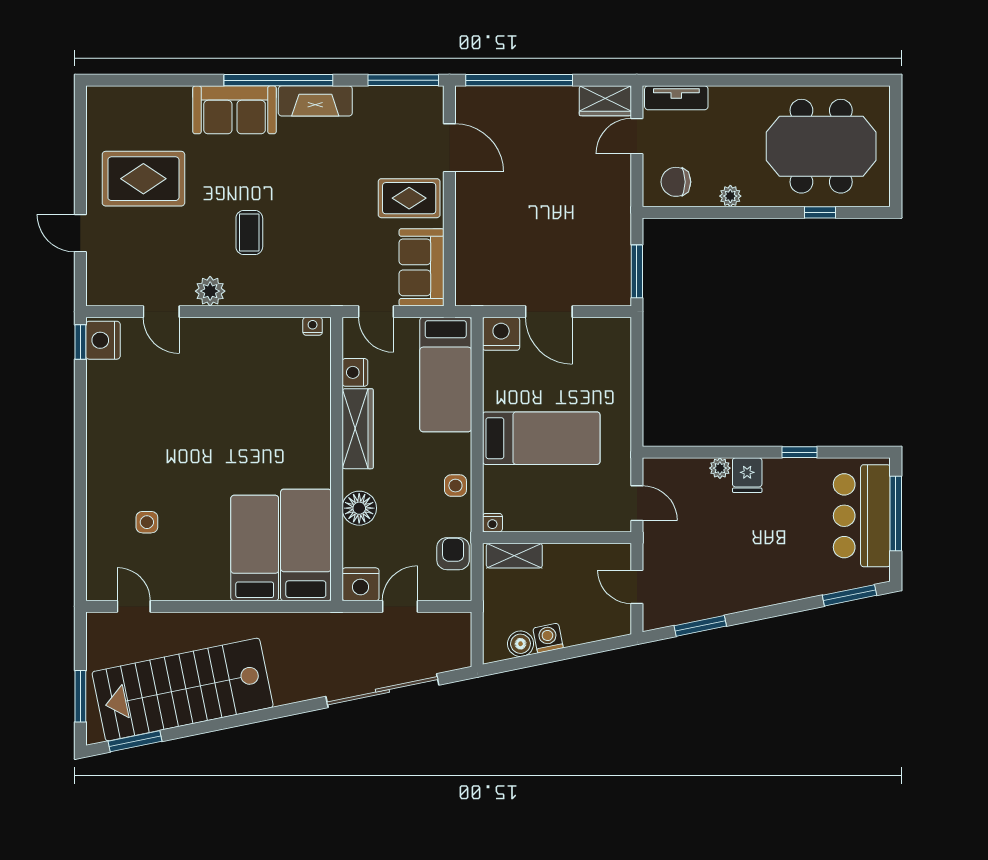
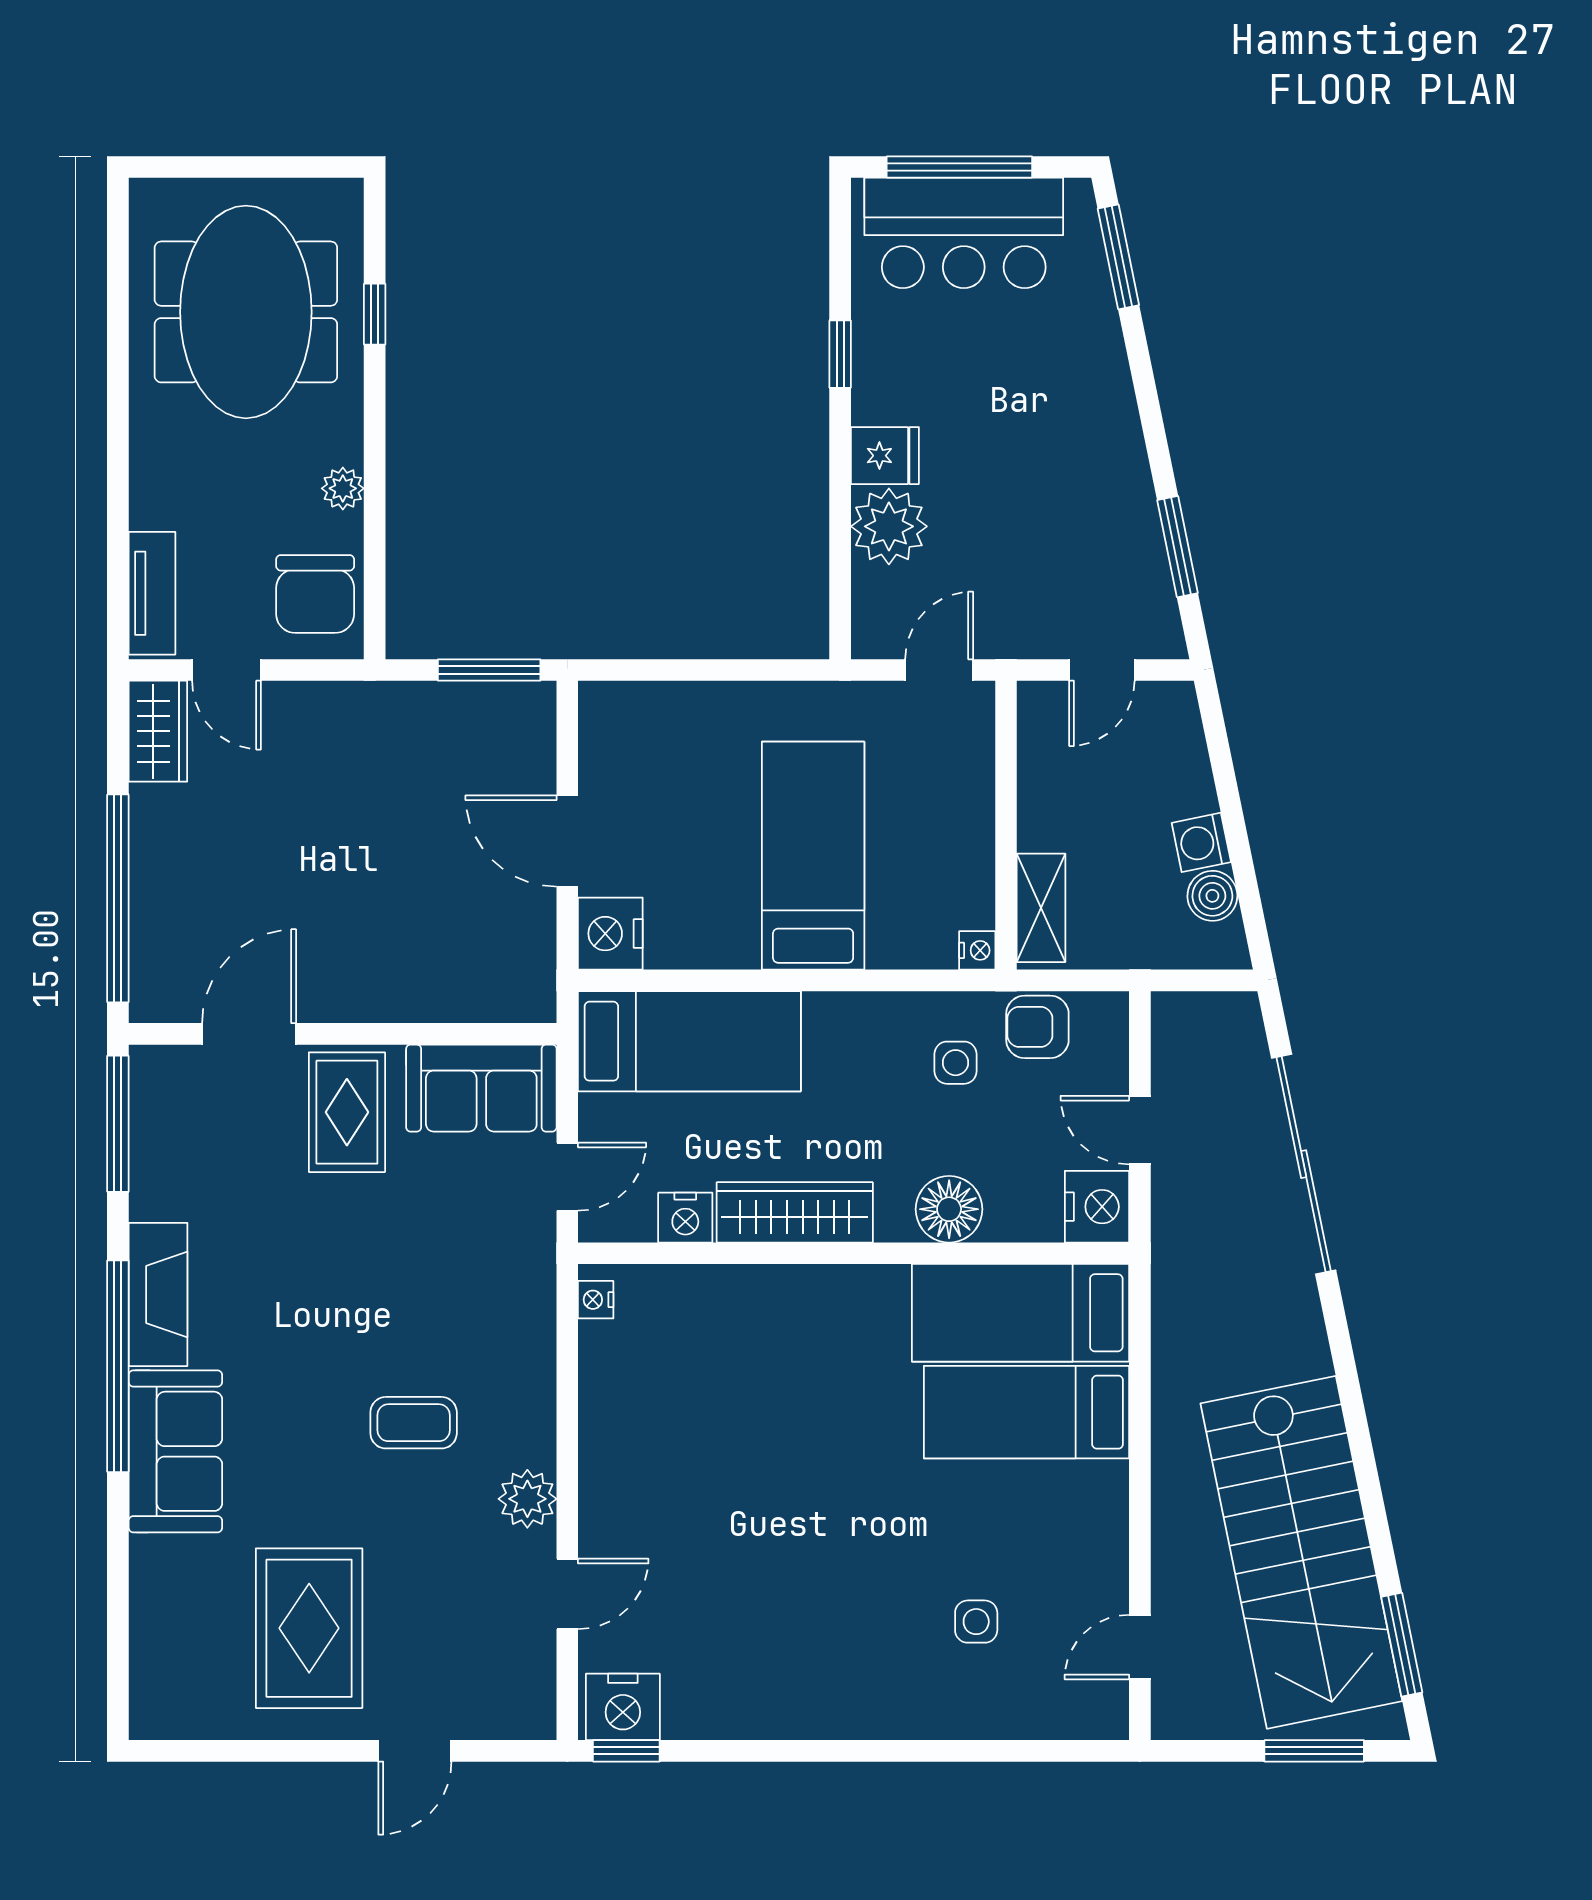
chair: (676, 182) -> (315, 594), width x1.37, depth x1.37
door: (549, 312) -> (567, 841), swing flipped
plant: (720, 468) -> (889, 526), width x1.87, depth x1.87
side table: (455, 486) -> (955, 1063), moved

